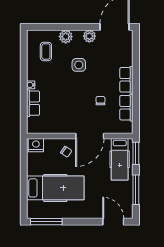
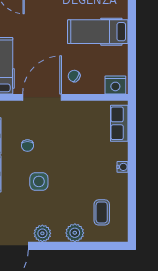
side table: (79, 65) -> (39, 181), moved
row of seats: (33, 103) -> (119, 123), moved
hospital bed: (55, 188) -> (98, 32), width x0.73, depth x0.78

